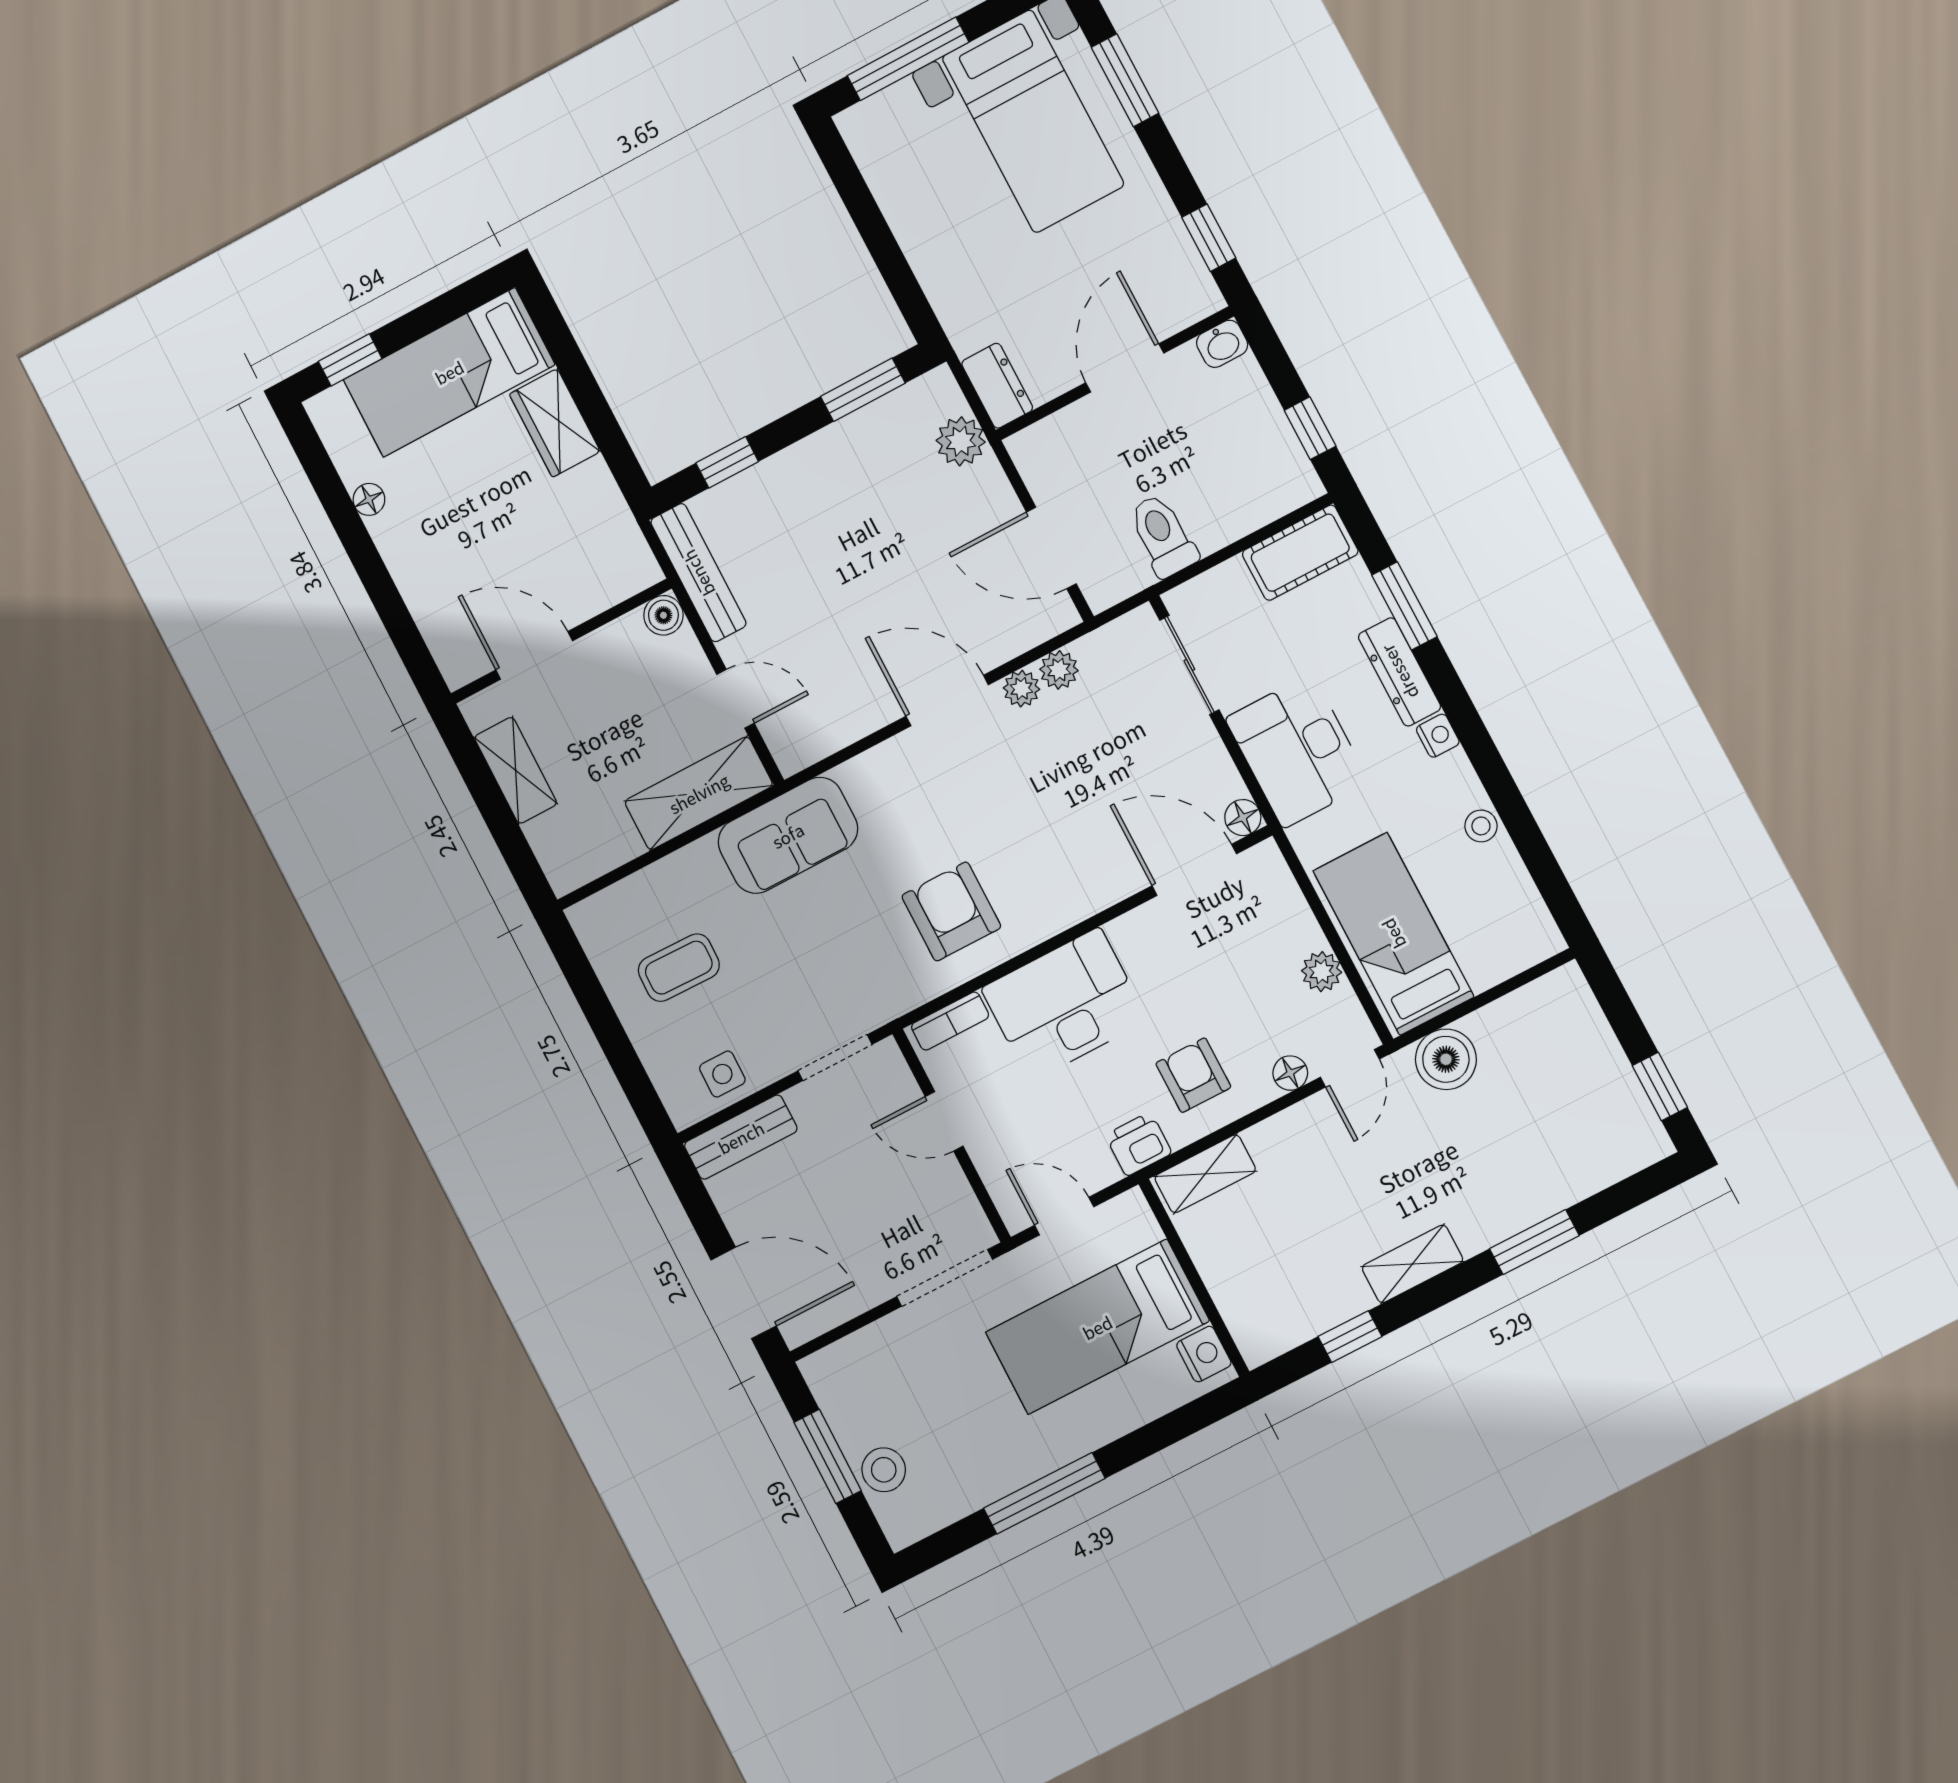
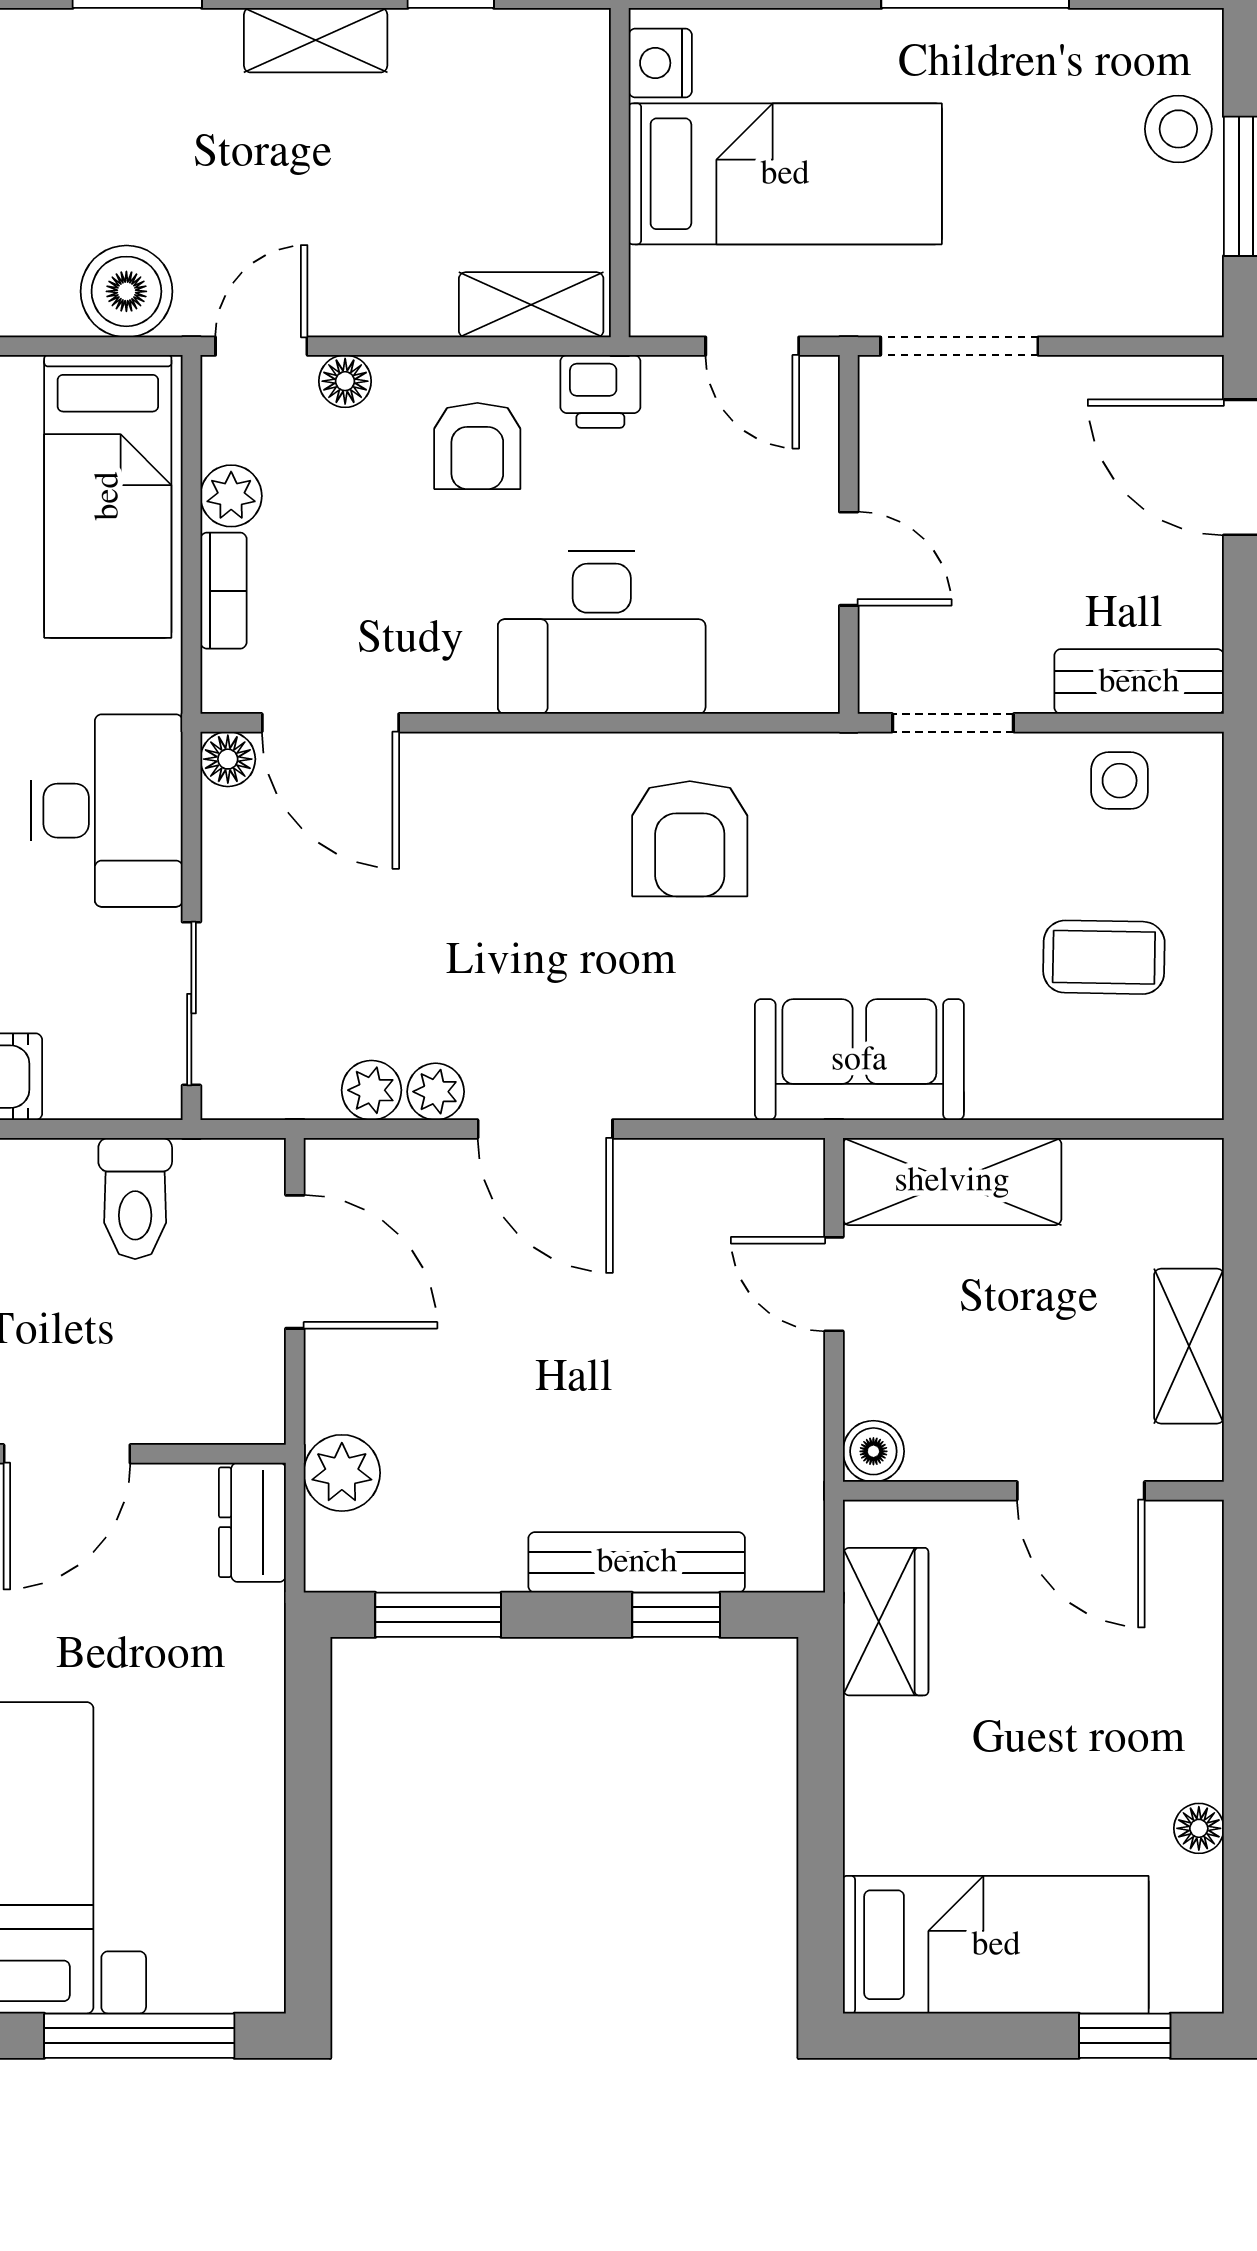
wardrobe: (555, 423) -> (886, 1622), moved
bench: (698, 573) -> (637, 1562), moved, turned 90
bookcase: (950, 1021) -> (224, 591), moved, turned 90

